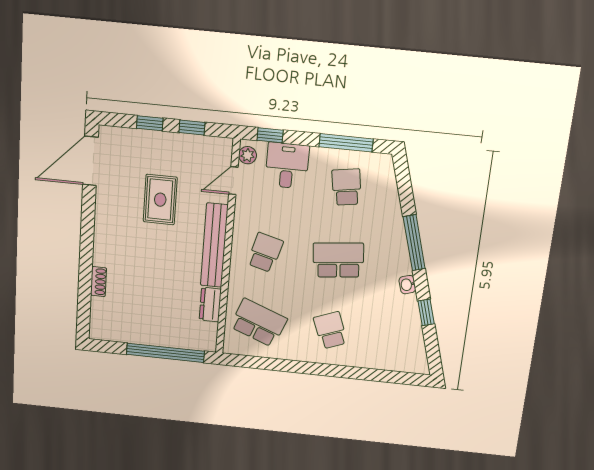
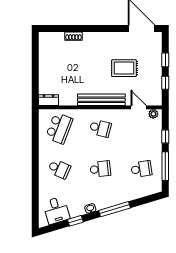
window: (270, 135) -> (165, 136), moved
desk: (287, 166) -> (56, 210), moved, turned 73
school desk: (338, 260) -> (100, 169), width x0.54
dresser: (210, 305) -> (48, 100), moved
school desk: (330, 330) -> (59, 169), turned 45
window: (165, 353) -> (35, 77), removed

